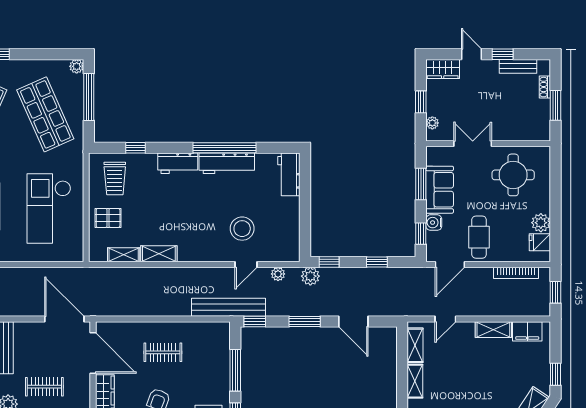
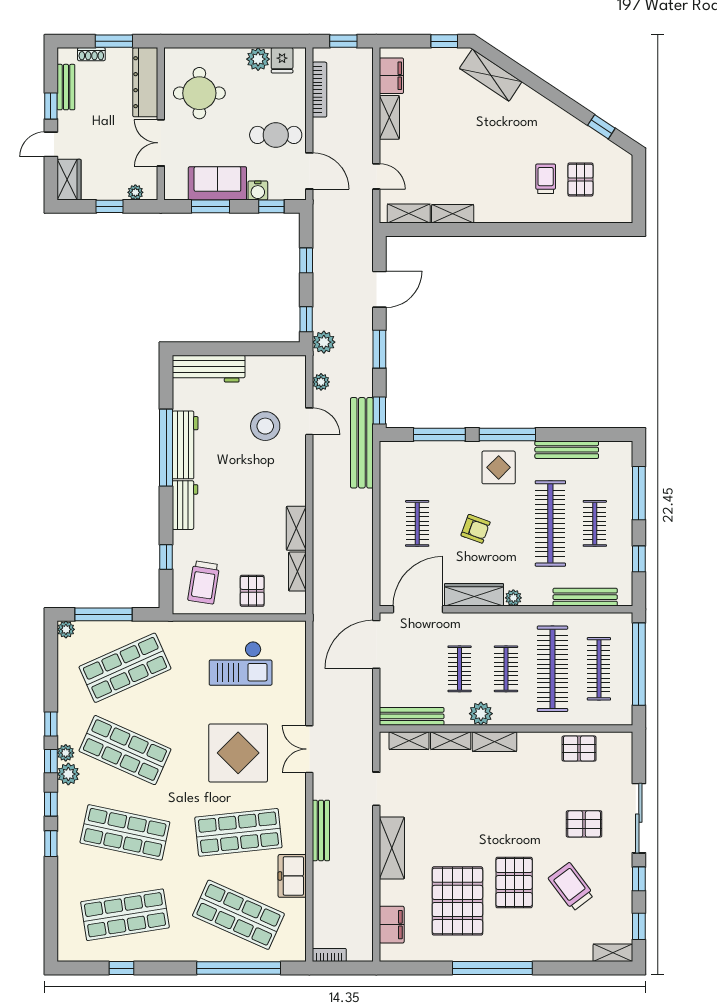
dresser: (522, 131) -> (145, 82), added
workbench: (289, 174) -> (209, 369), width x1.38
trolley: (115, 178) -> (204, 582), turned 99
checkout: (49, 208) -> (241, 663), width x0.73, depth x0.83

